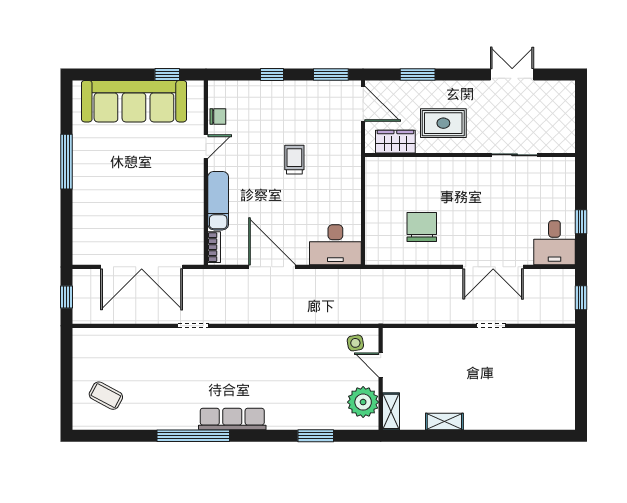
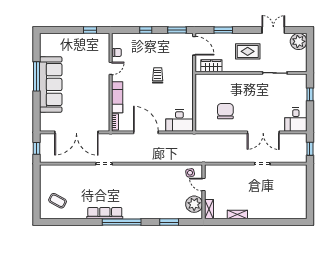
plant: (560, 96) -> (299, 41), added
sofa: (134, 101) -> (51, 84), moved, turned -90
rug: (443, 123) -> (248, 51), moved
window: (581, 222) -> (310, 94), moved
row of seats: (232, 419) -> (105, 213), moved
window: (193, 436) -> (122, 222), moved

